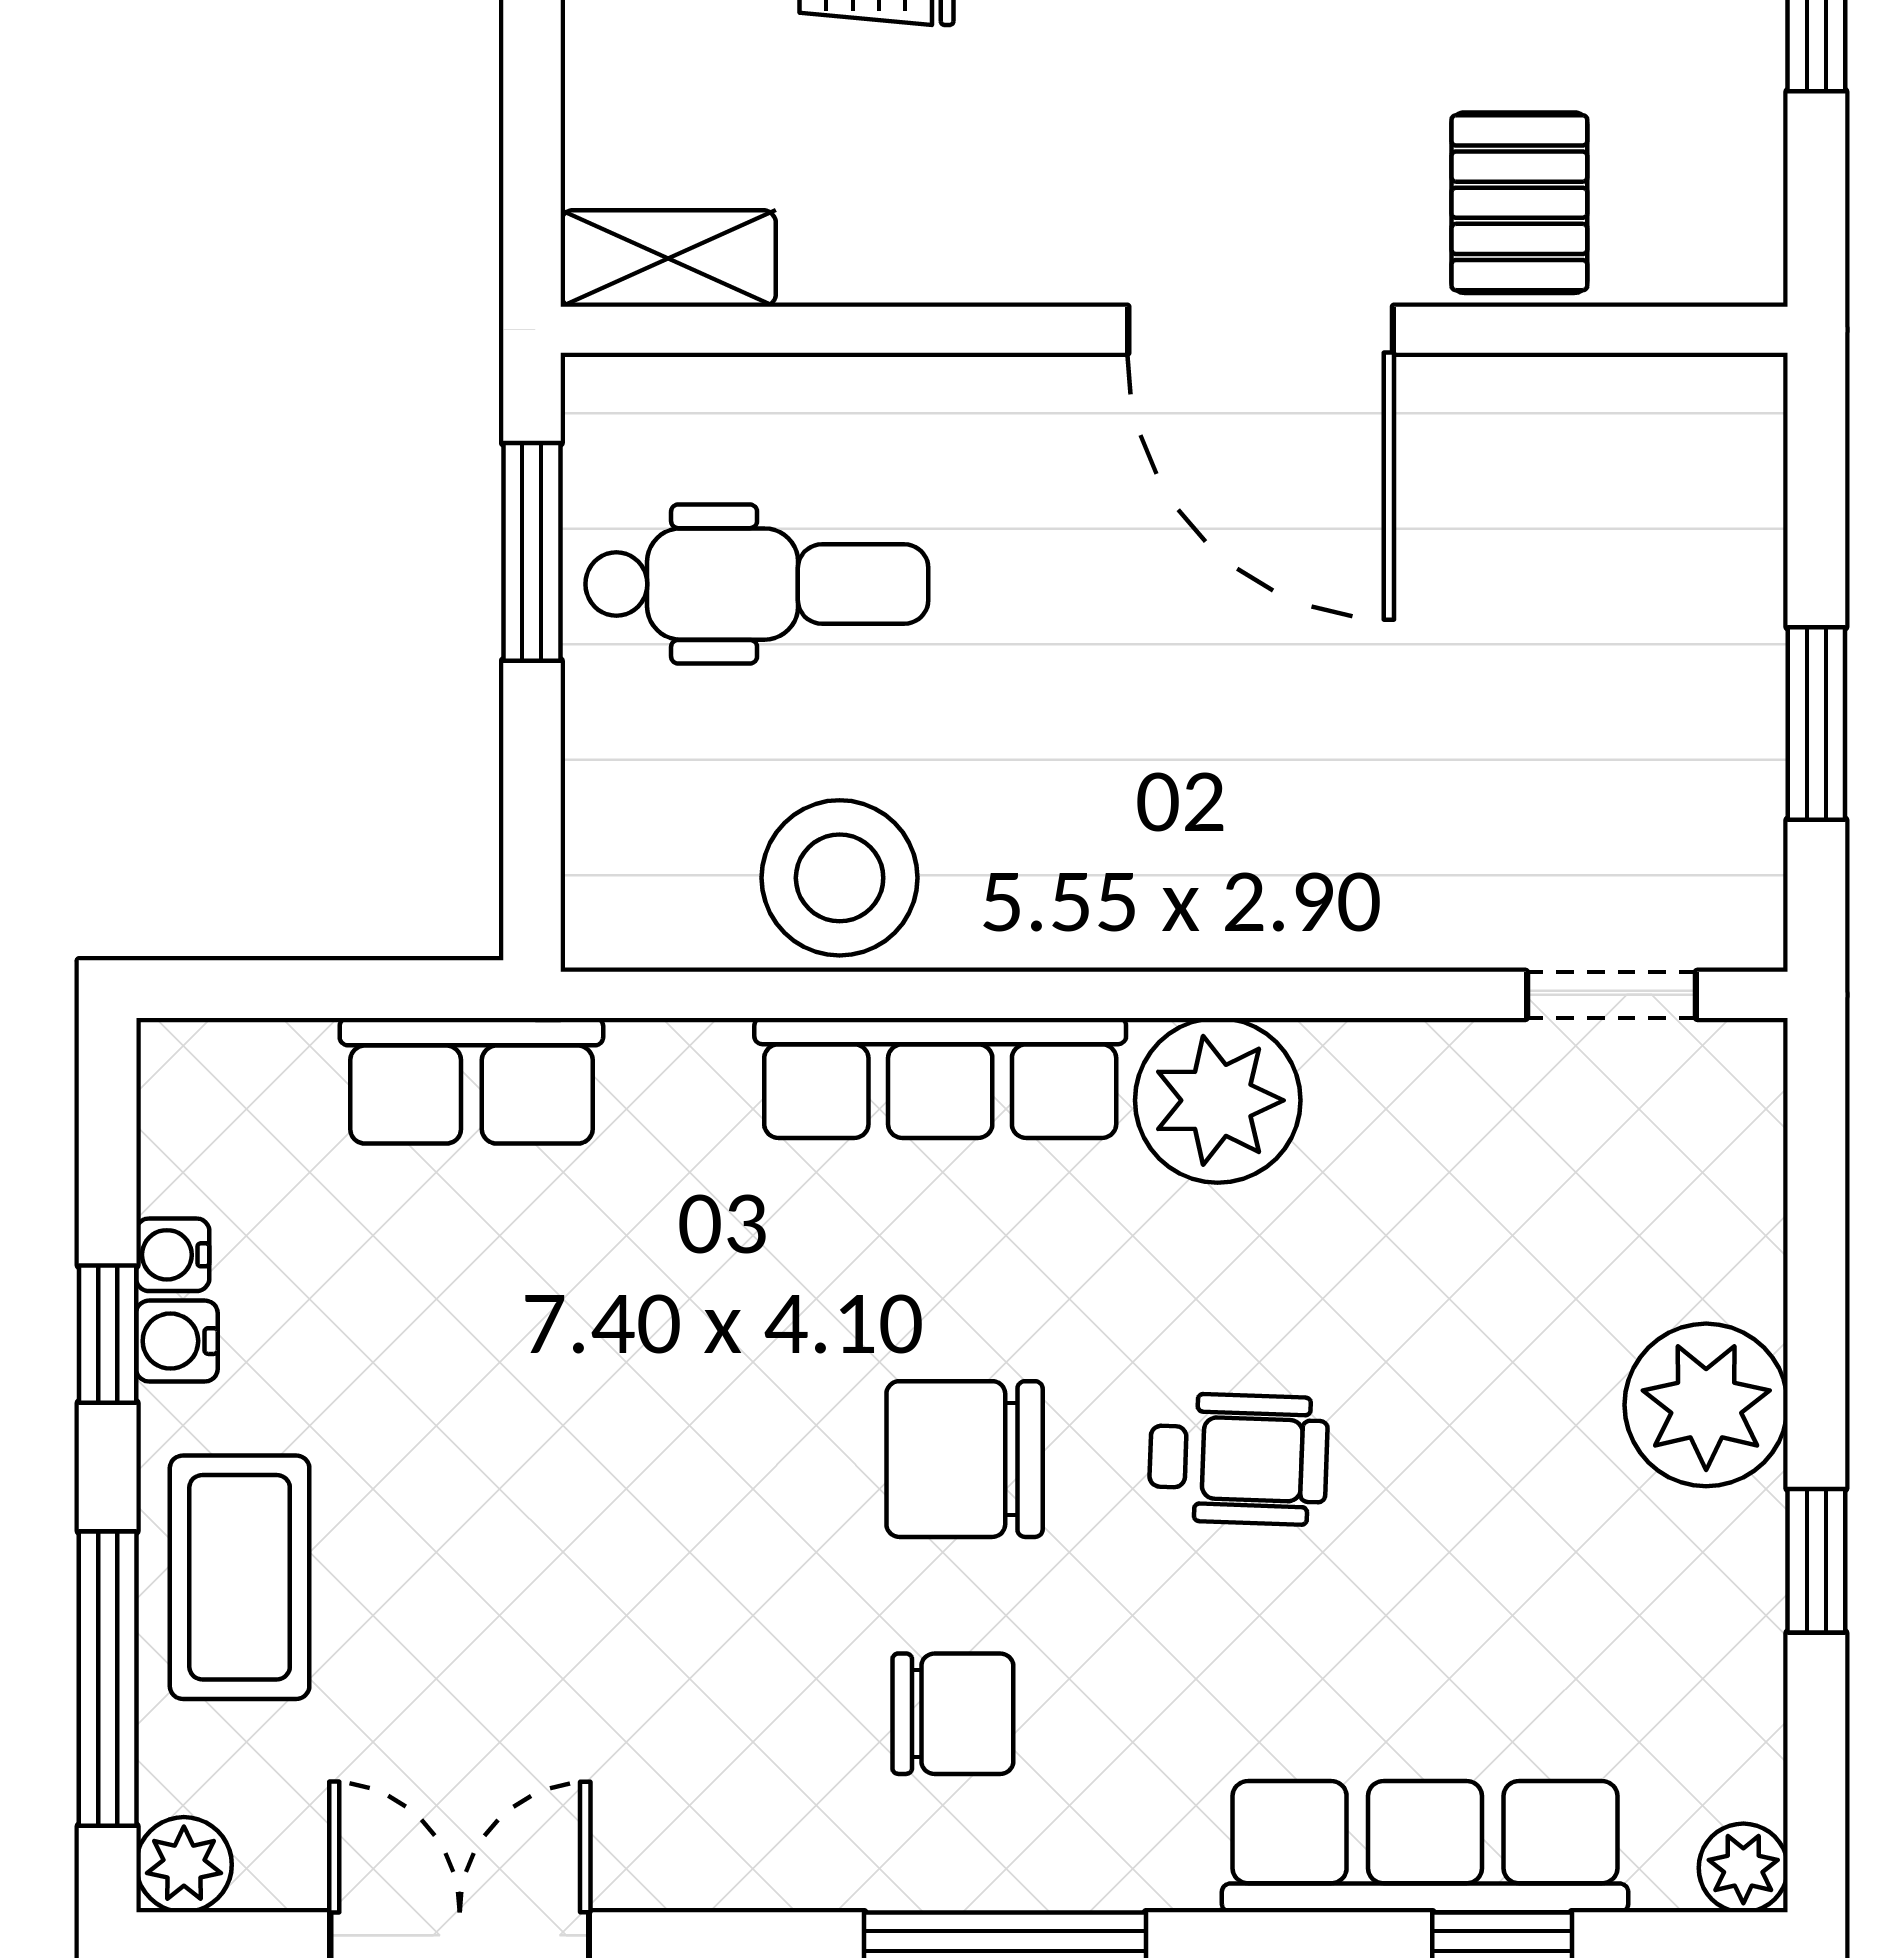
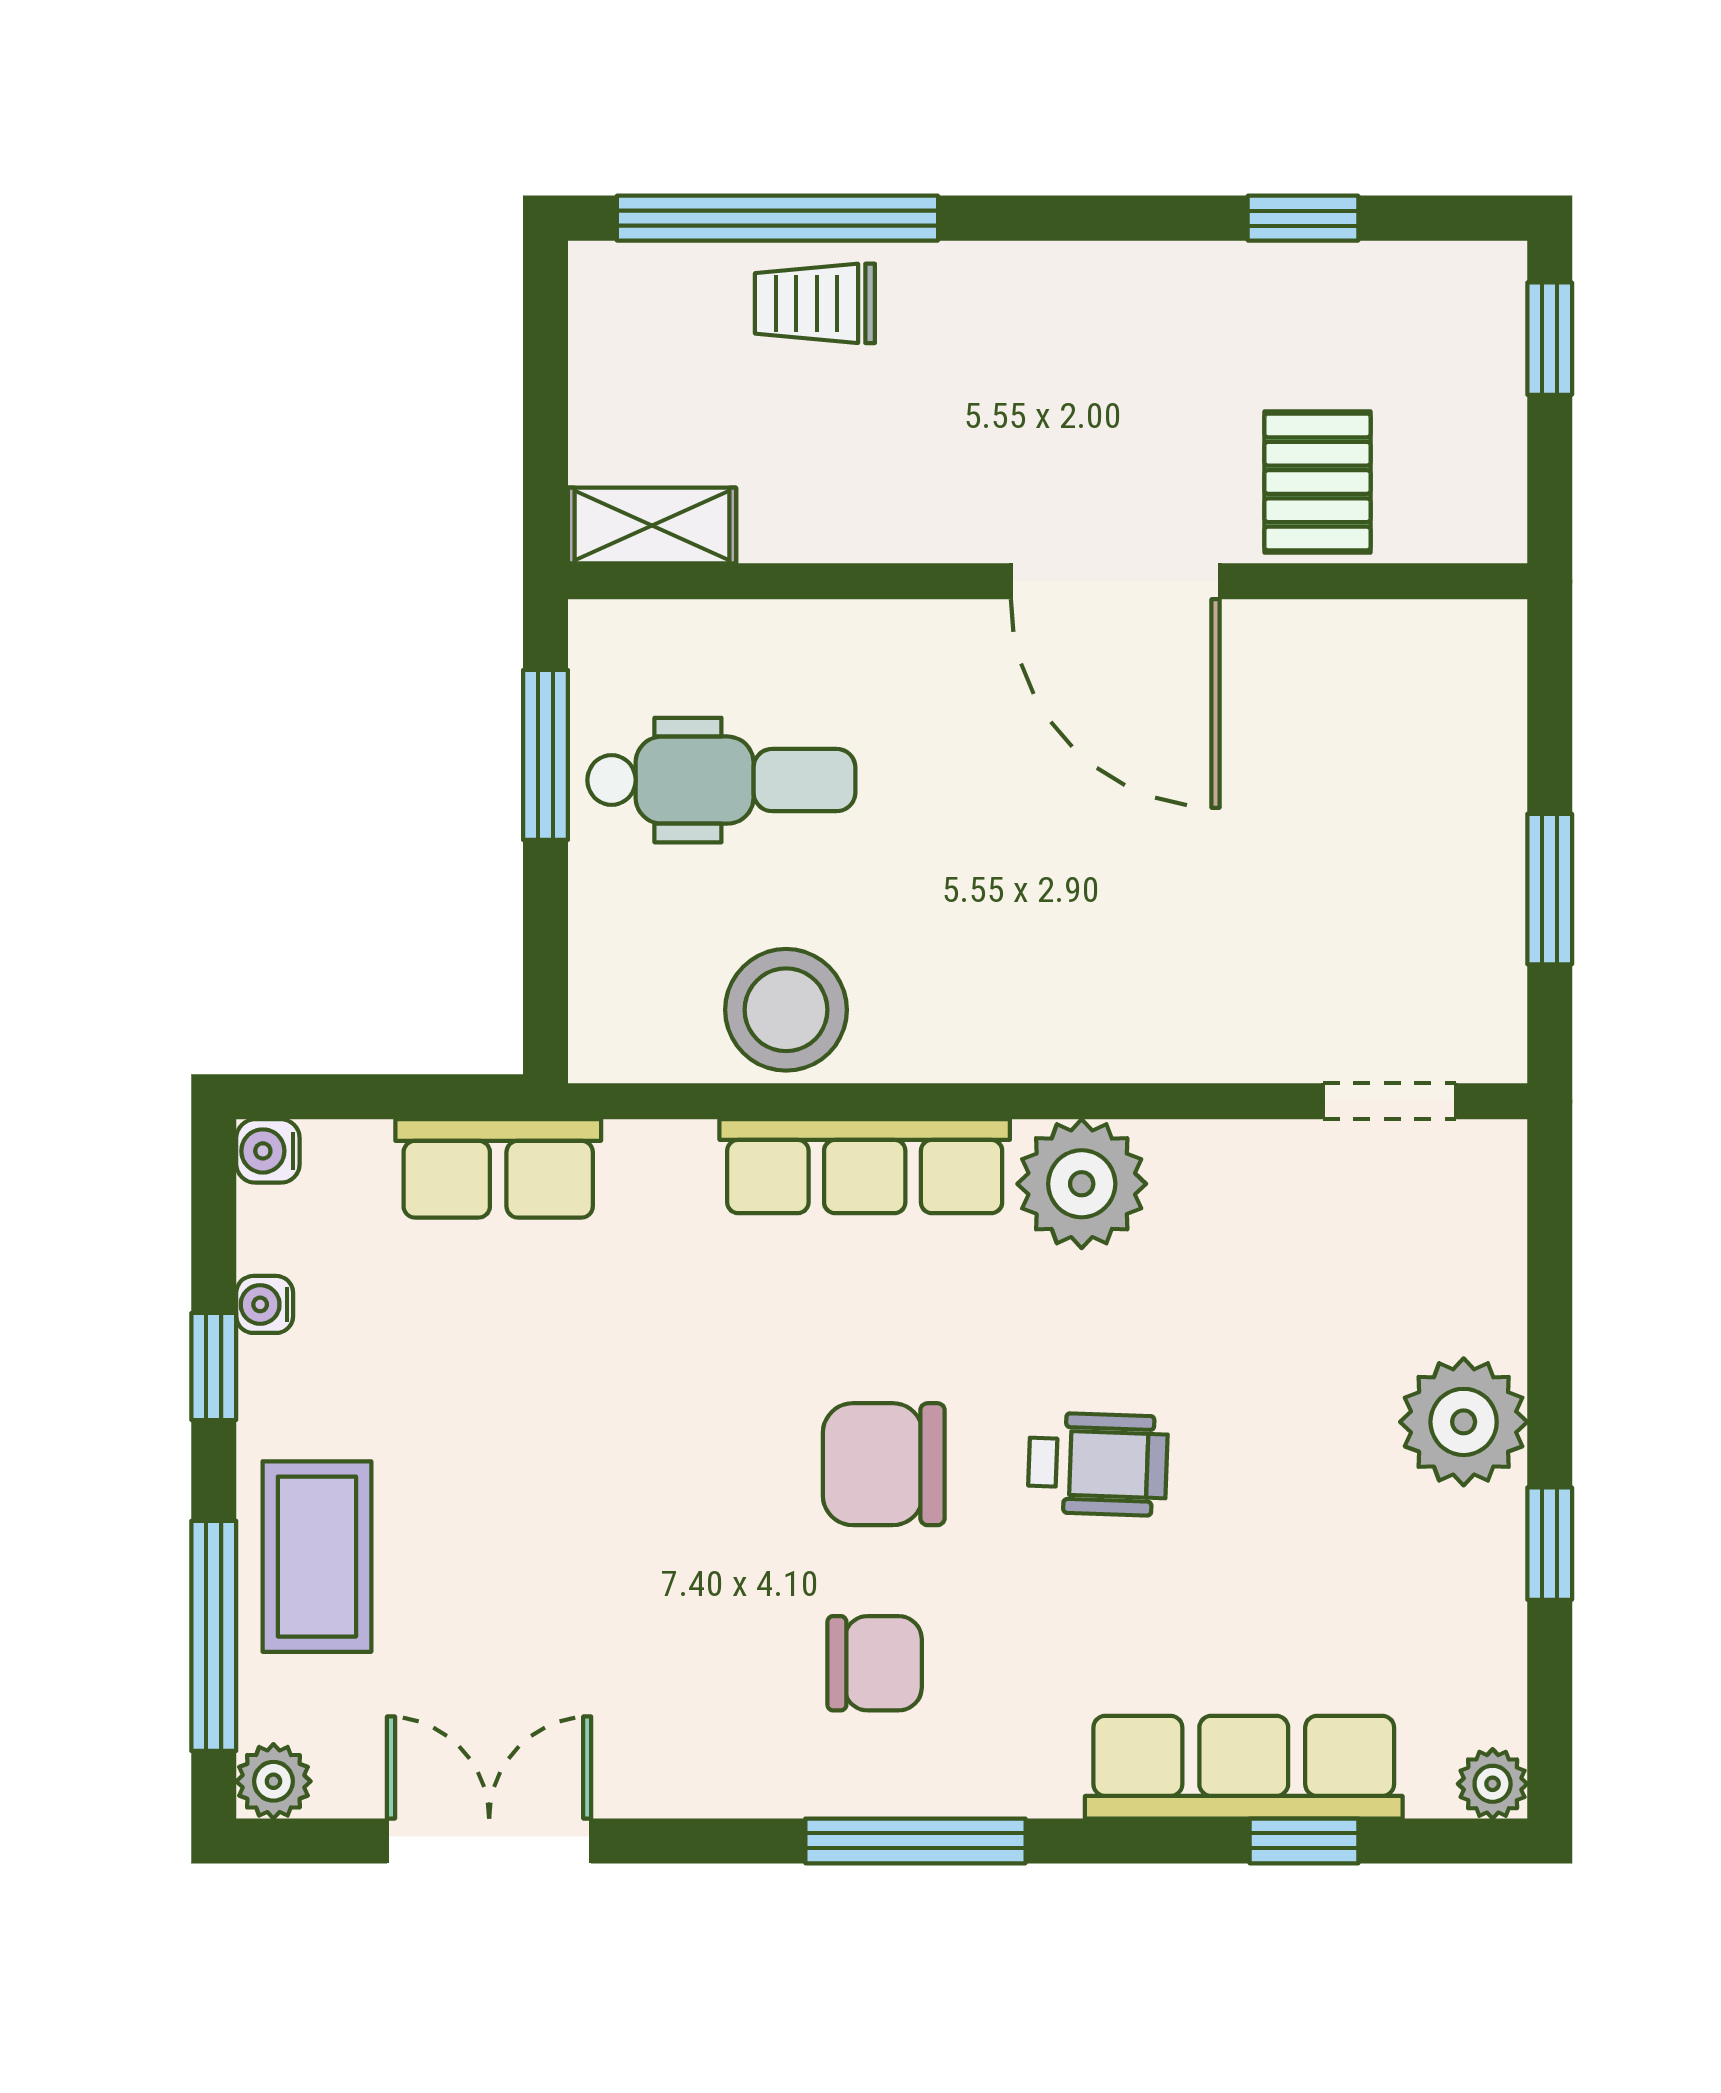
water cooler: (177, 1341) -> (268, 1151), moved

